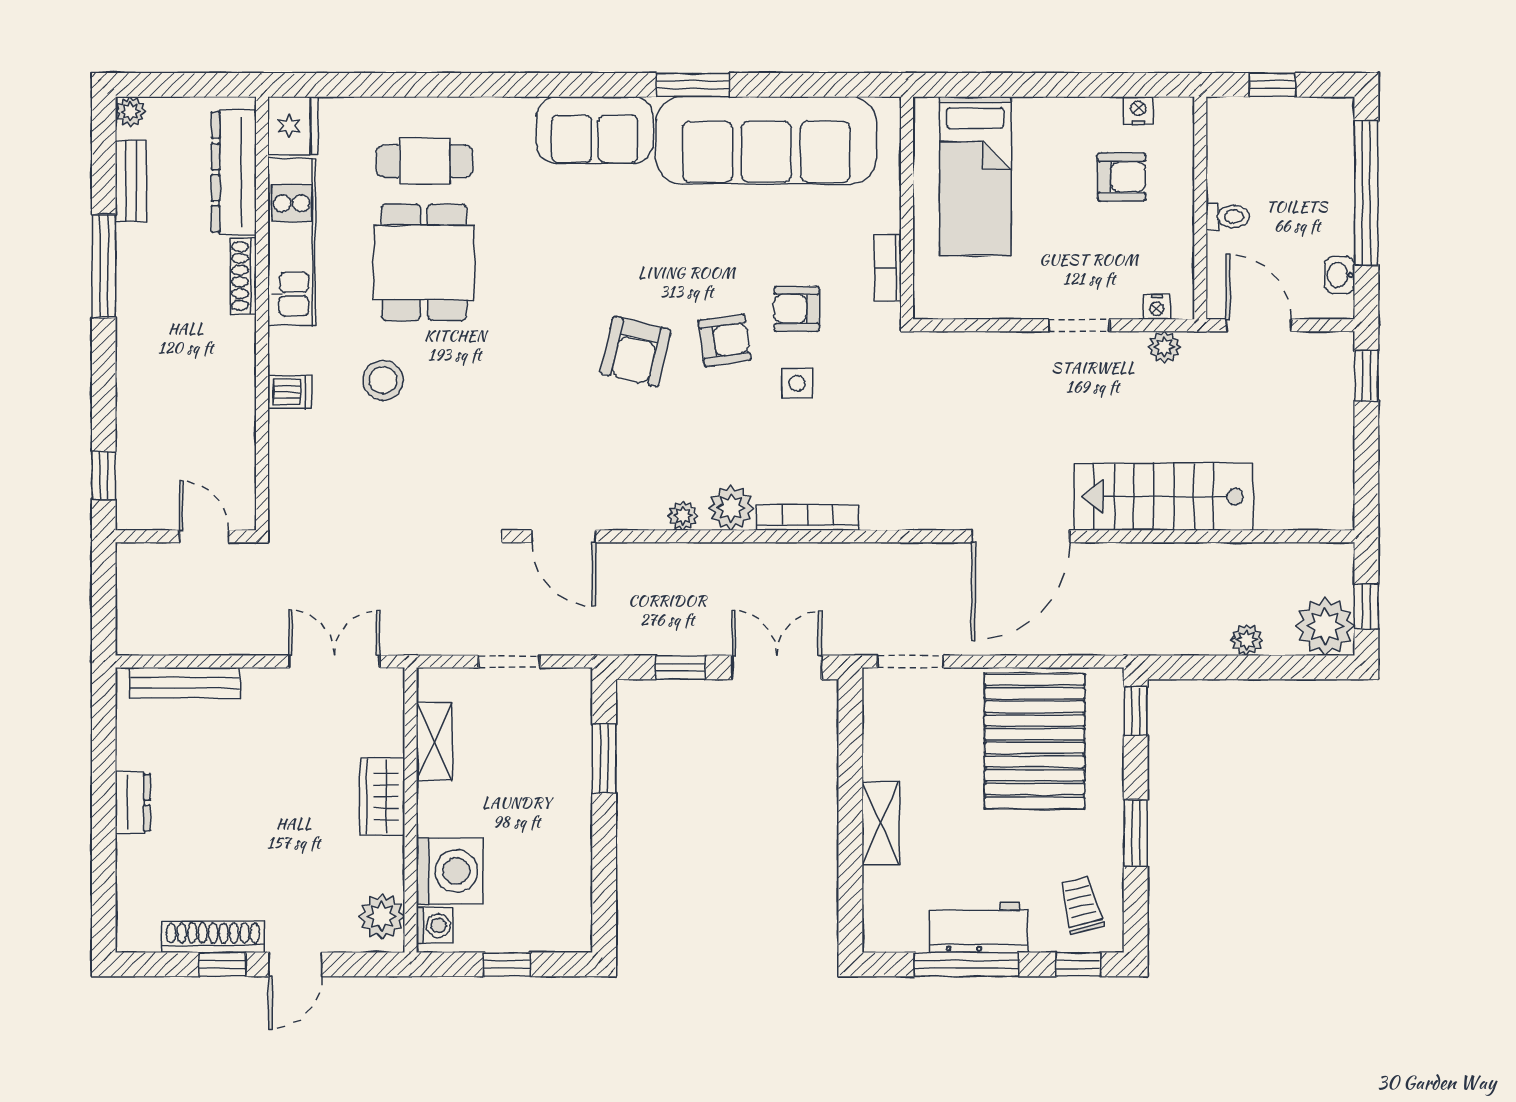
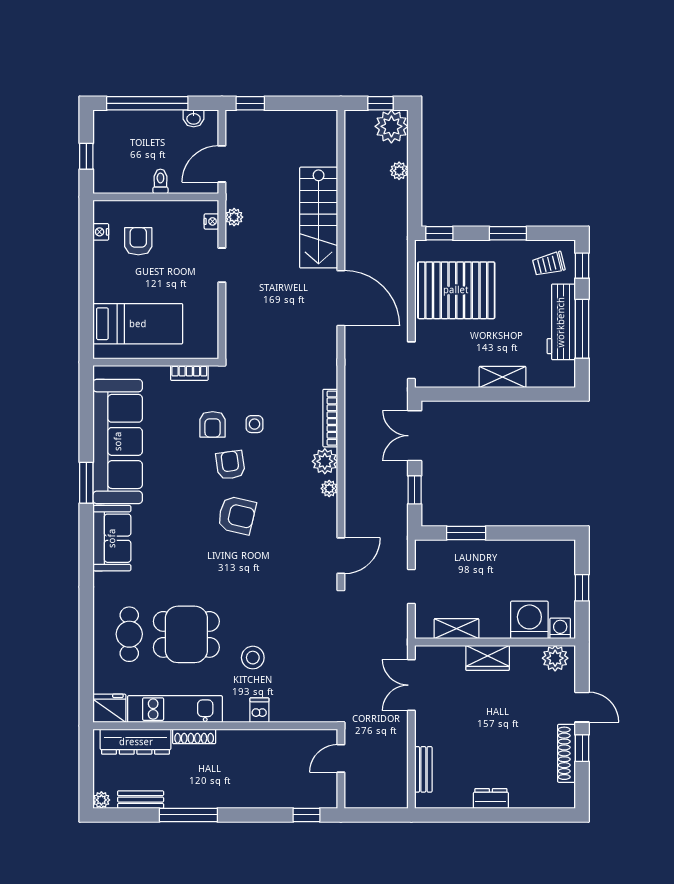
bench: (185, 683) -> (423, 769), width x0.73
workbench: (979, 927) -> (561, 322), width x1.38

